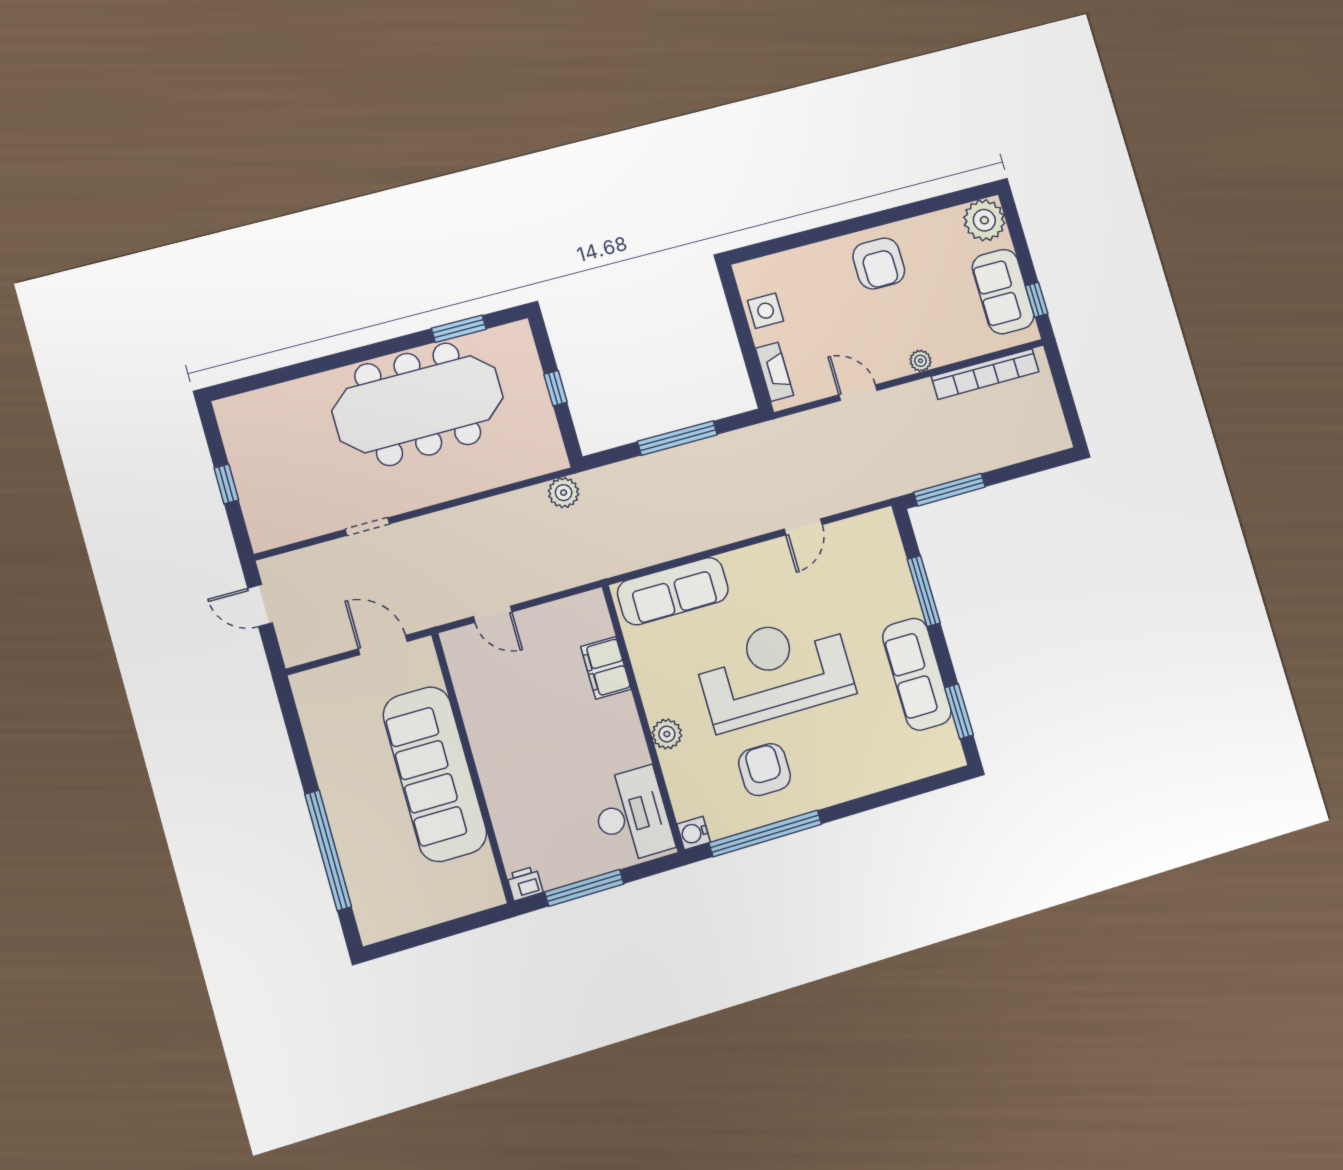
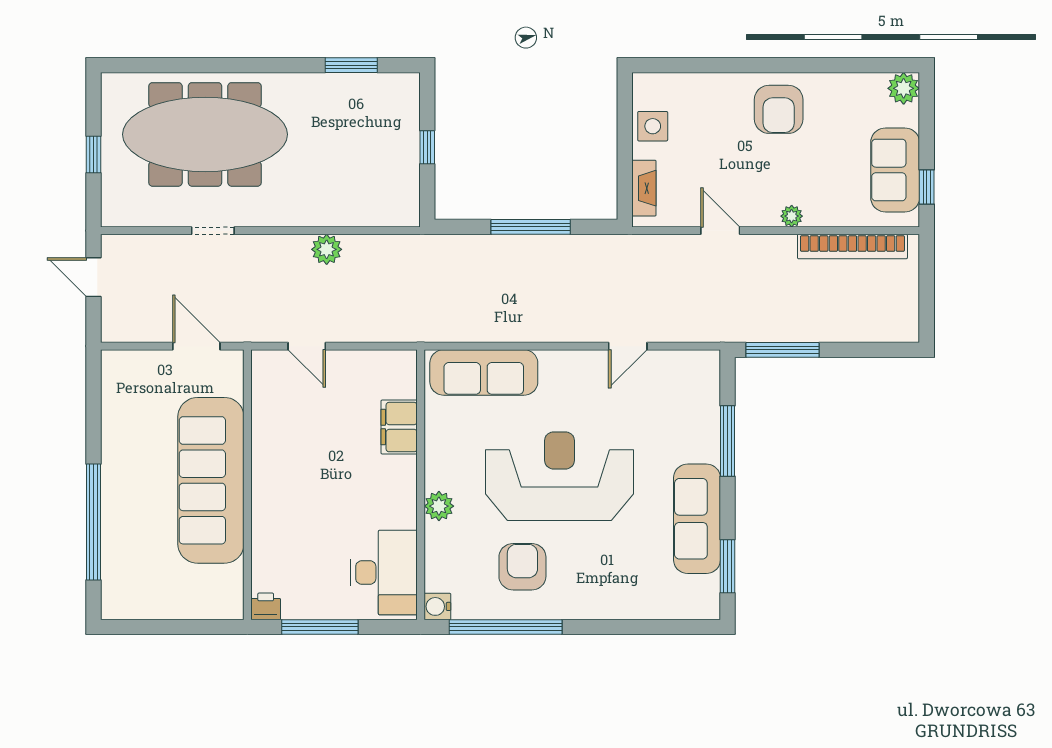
plant: (984, 220) -> (904, 88), width x0.73, depth x0.73
meeting table: (418, 404) -> (205, 134), moved
plant: (564, 493) -> (327, 249), moved

